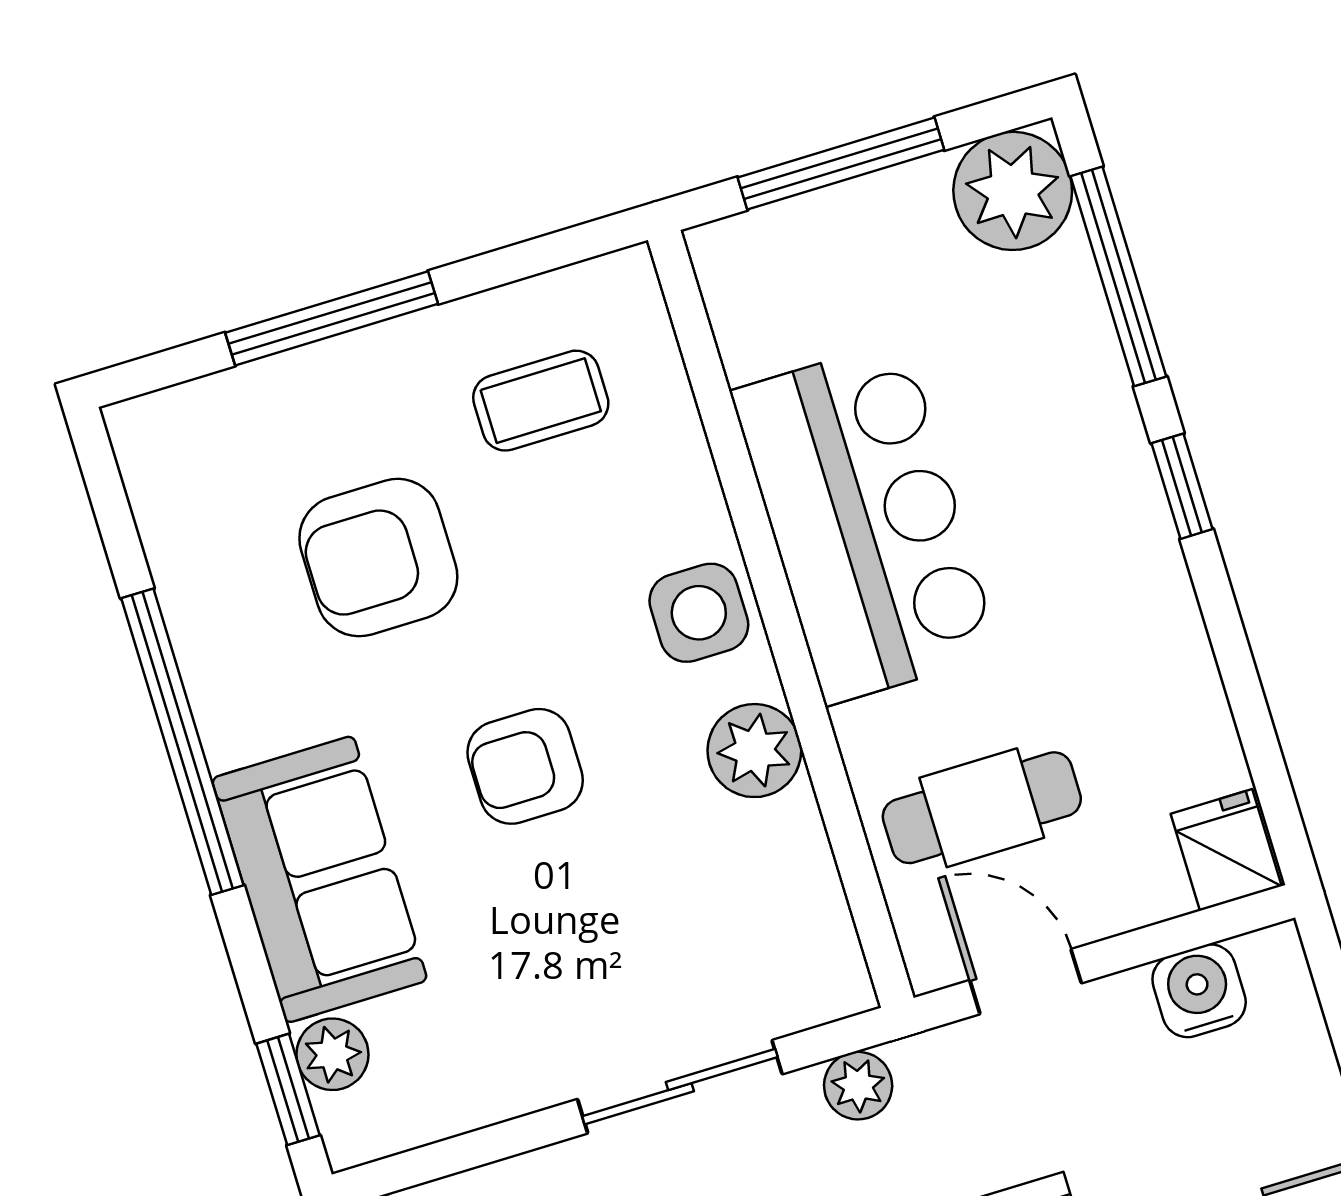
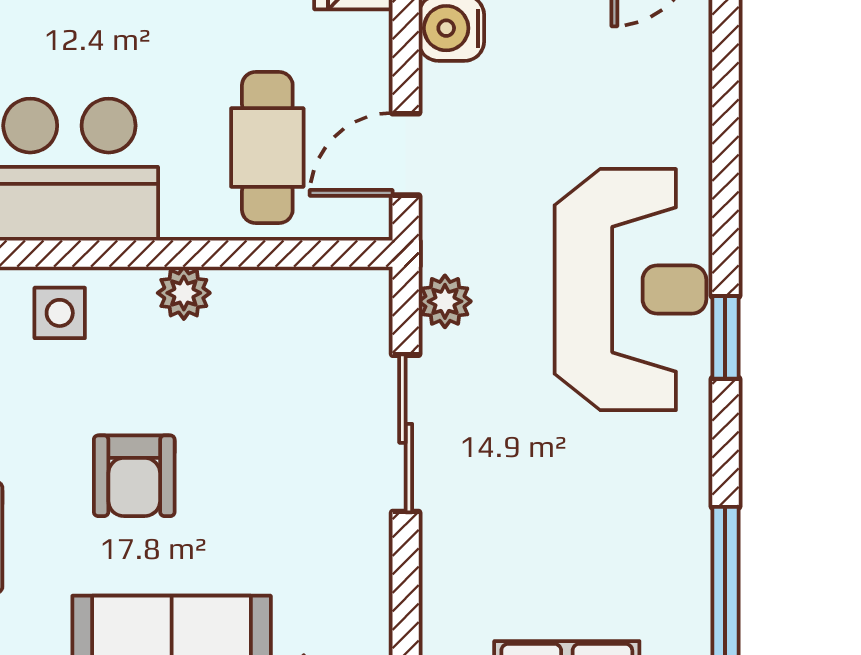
side table: (699, 613) -> (60, 313), width x0.73, depth x0.73
plant: (754, 751) -> (184, 293), width x0.73, depth x0.73

